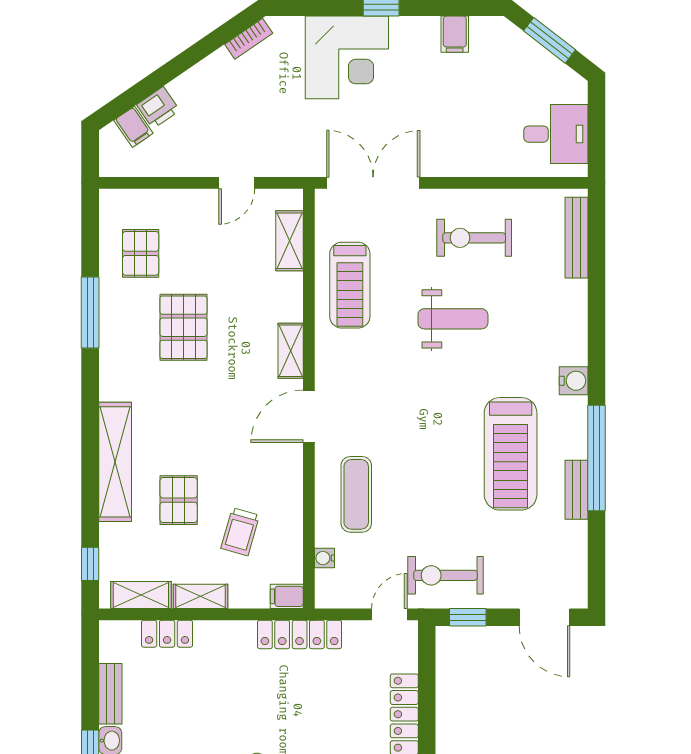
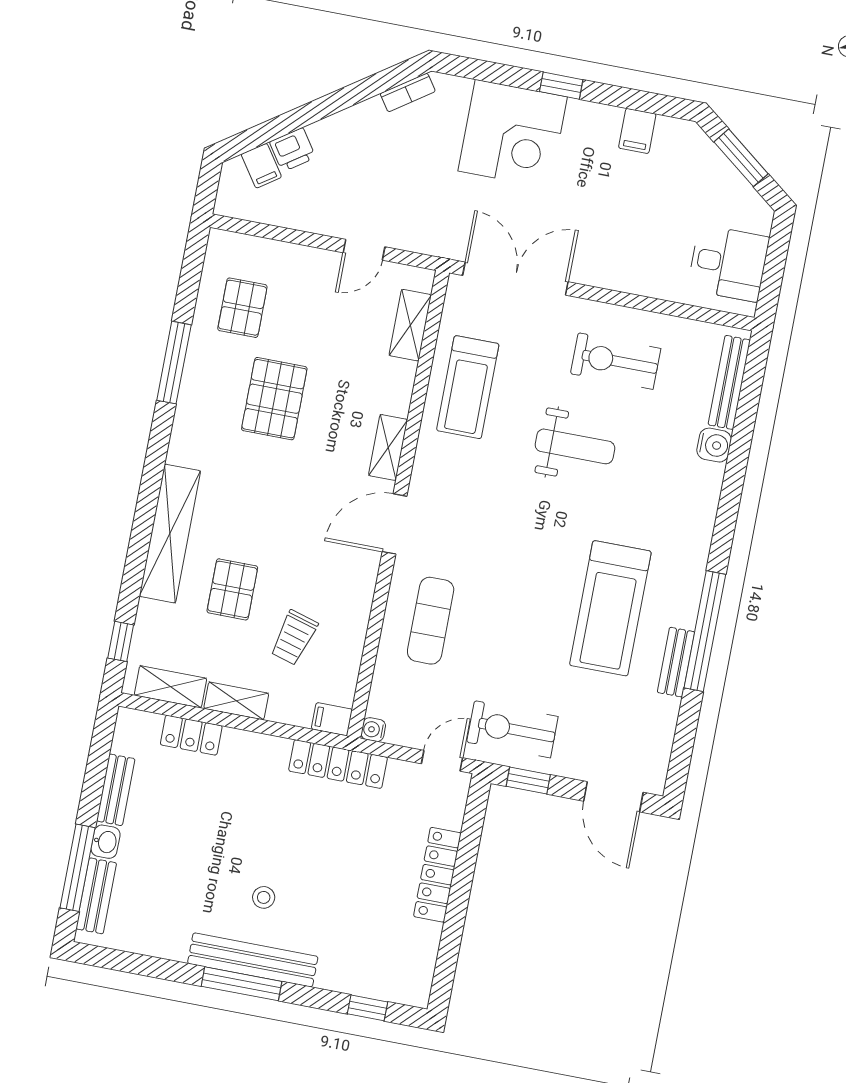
water cooler: (574, 381) -> (714, 445), moved
water cooler: (324, 558) -> (373, 730), moved

